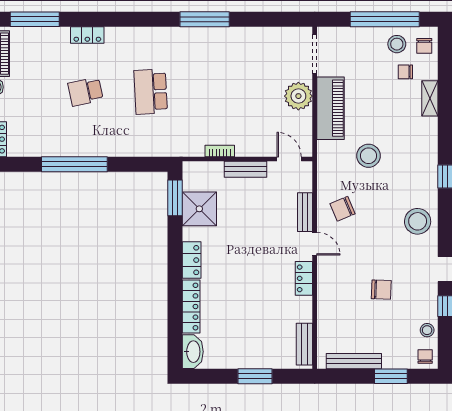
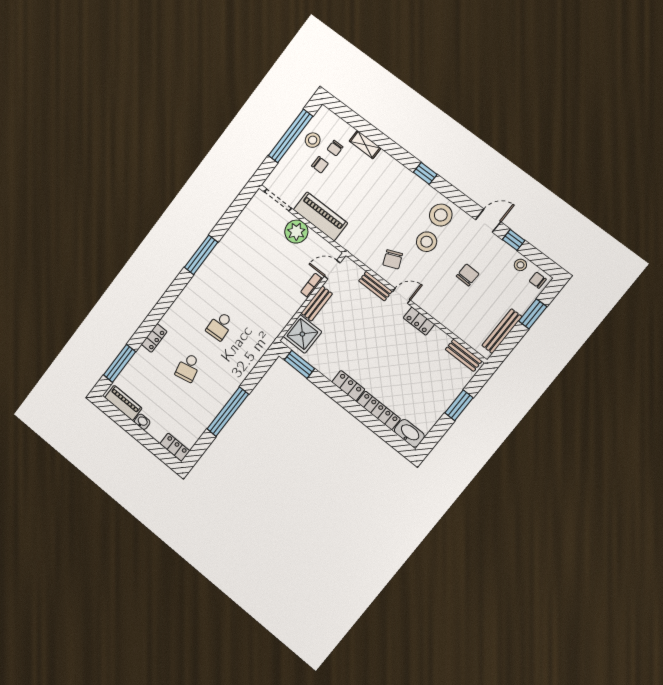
chair: (424, 46) -> (320, 165), moved
school desk: (151, 92) -> (220, 326), width x0.54
bookcase: (220, 151) -> (312, 285), moved
stool: (368, 156) -> (427, 242), moved
shower: (199, 209) -> (302, 334), moved

